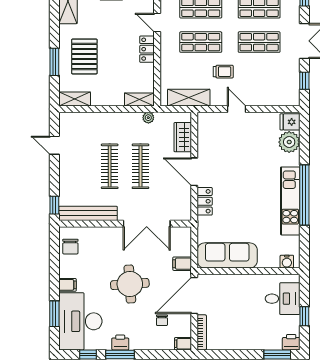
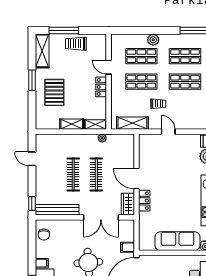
window: (54, 62) -> (32, 80), moved
shelving: (75, 99) -> (72, 124), moved
wardrobe: (183, 137) -> (128, 204), moved
sofa: (227, 255) -> (177, 241), moved

